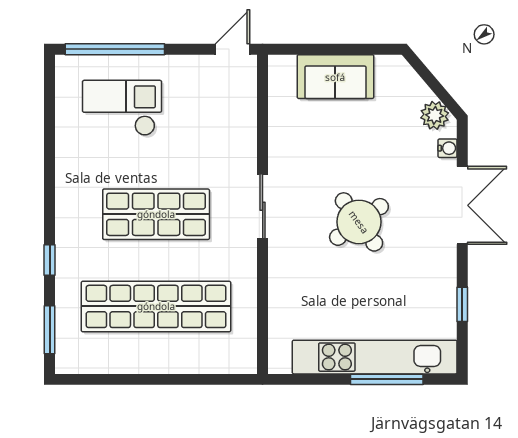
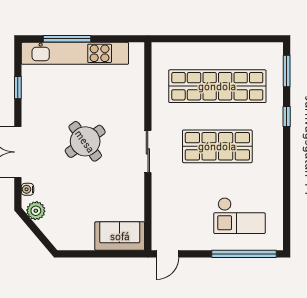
sofa: (335, 77) -> (120, 236), moved

